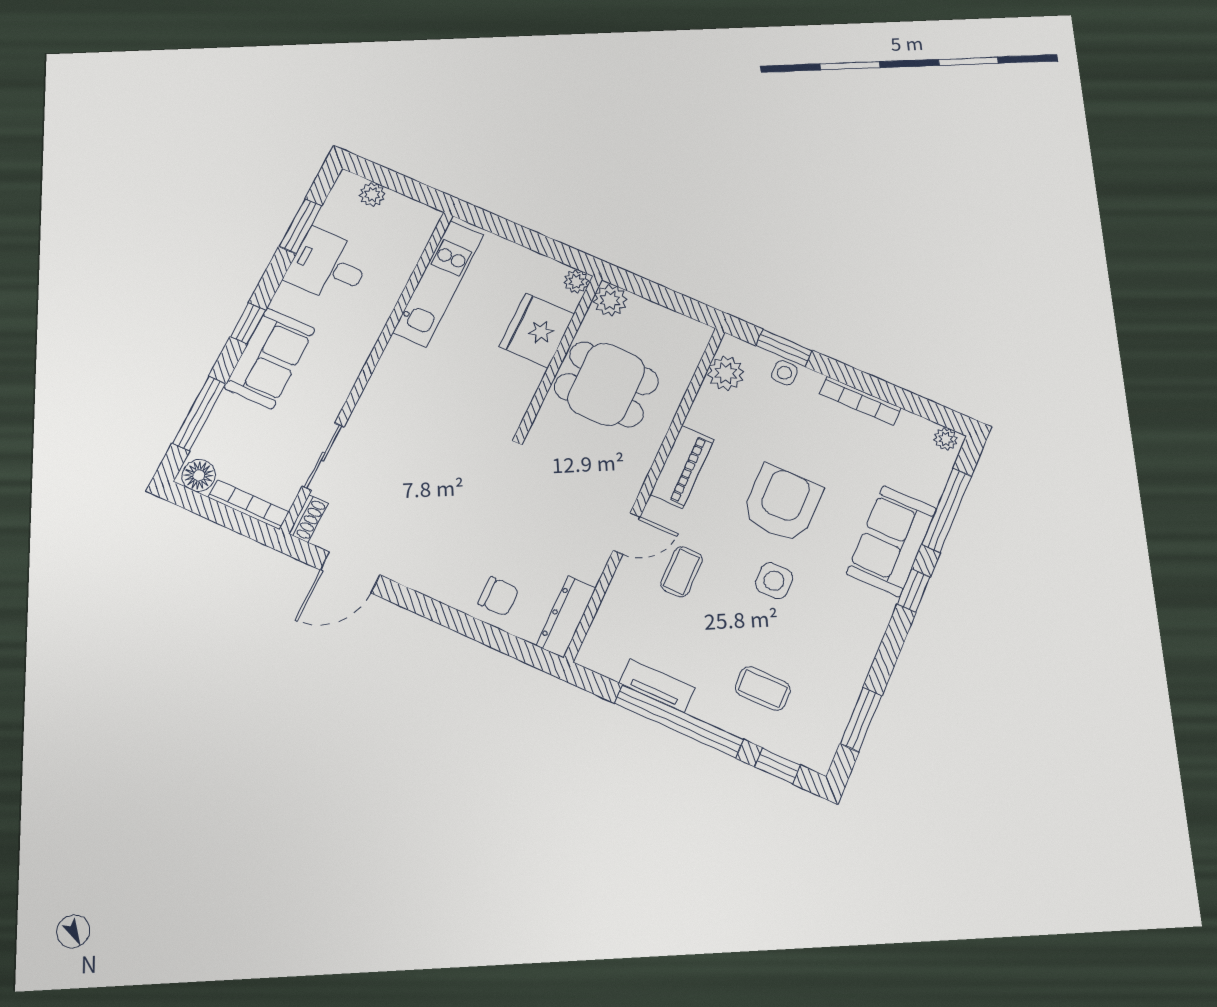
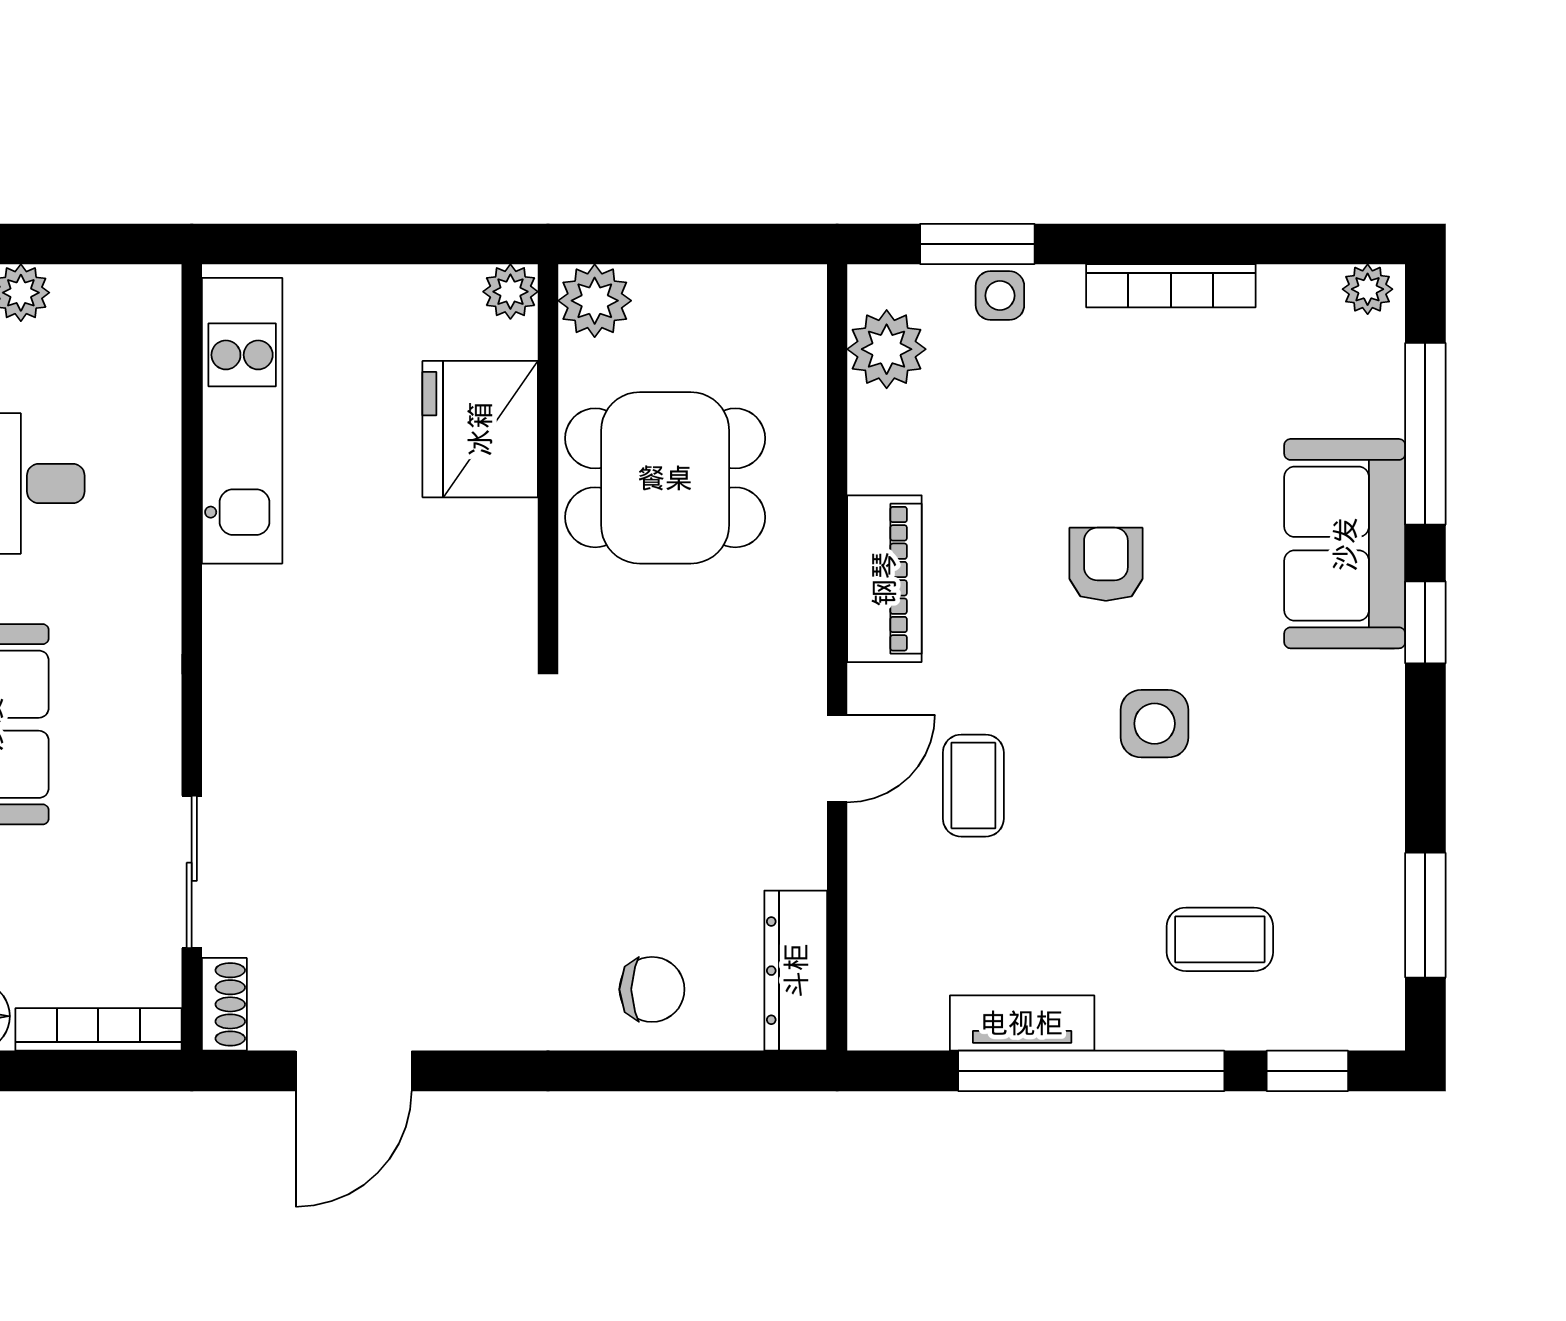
armchair: (782, 503) -> (1106, 564), width x0.53, depth x0.53

